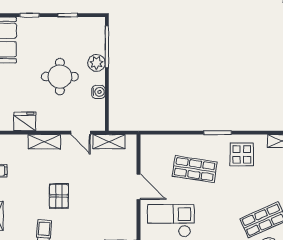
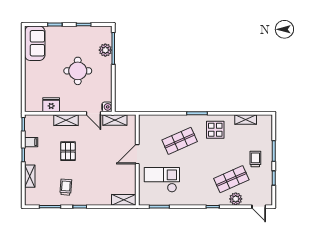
plant: (96, 63) -> (105, 50), moved
water cooler: (98, 92) -> (107, 107), moved
shop shelf: (195, 169) -> (180, 141), turned -33
door: (139, 187) -> (137, 154), swing flipped
pallet: (59, 196) -> (68, 151), moved

